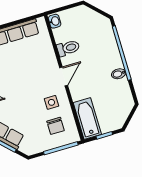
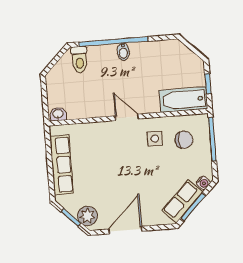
toilet: (68, 48) -> (79, 60), moved, turned 180
bidet: (119, 74) -> (123, 52), moved
water cooler: (24, 148) -> (203, 183), added

